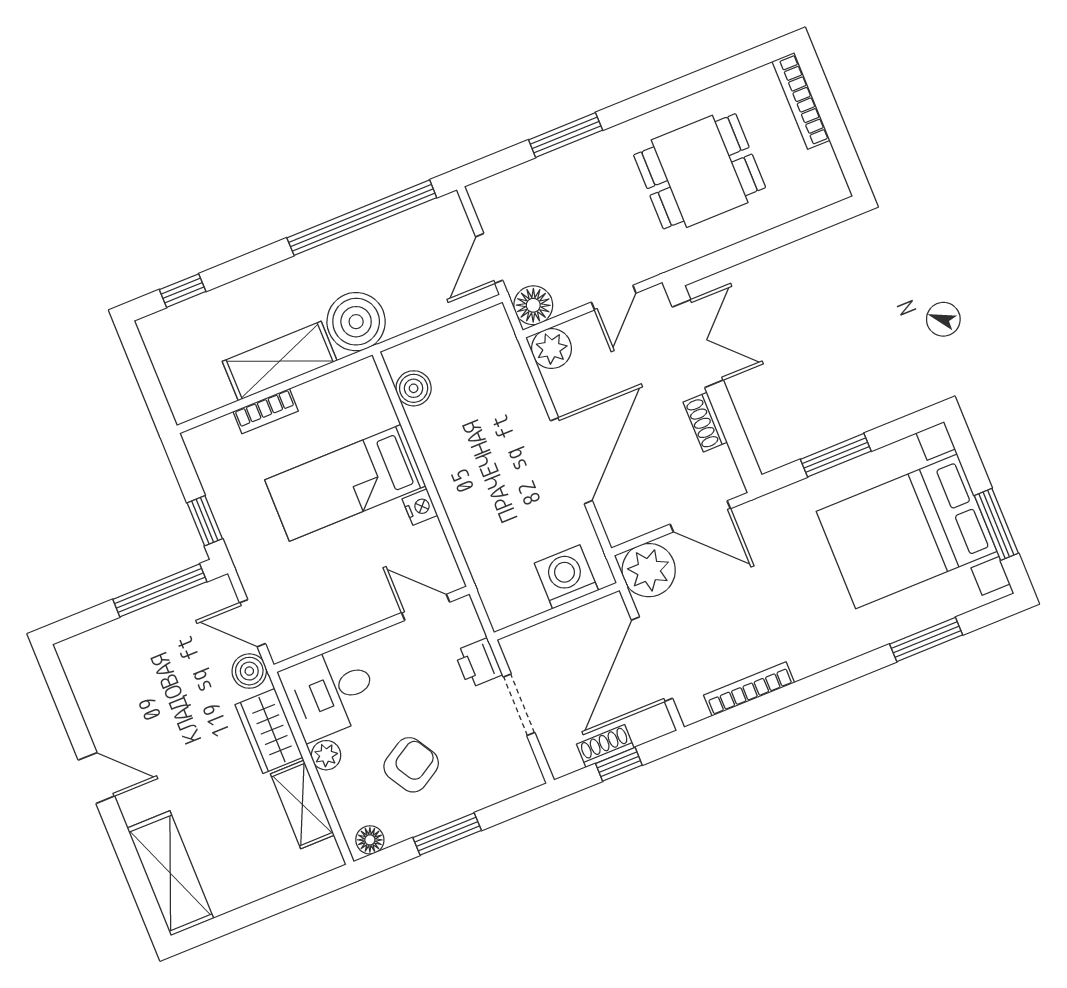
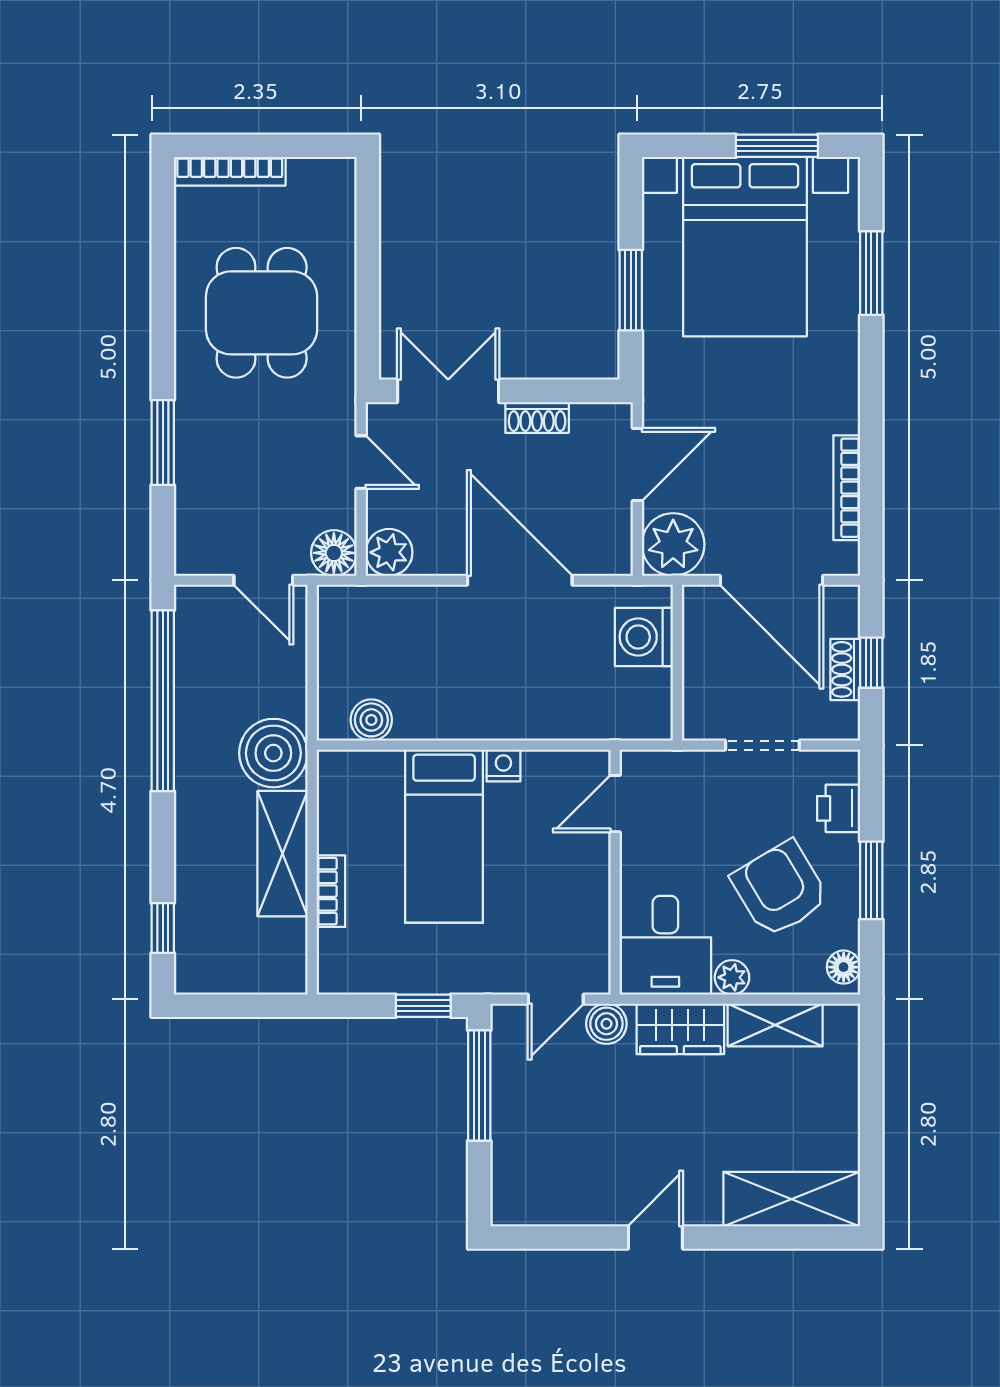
printer: (478, 663) -> (839, 808), moved, turned 90
armchair: (411, 765) -> (780, 889), width x1.38, depth x1.38

